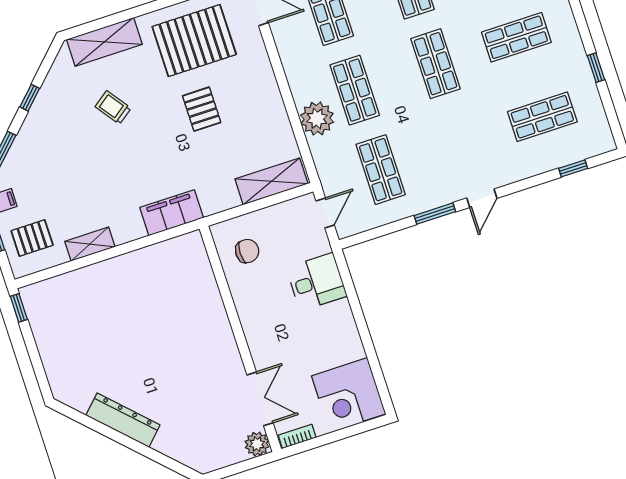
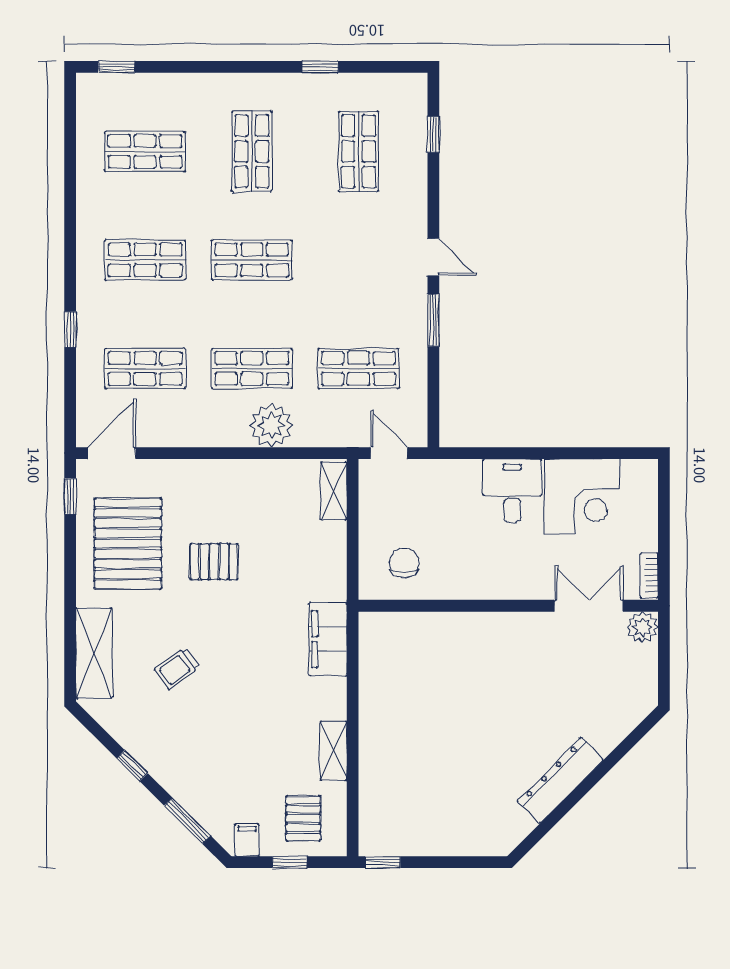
shelving: (271, 181) -> (334, 491), width x0.67, depth x0.75
desk: (317, 282) -> (512, 491), moved
corner desk: (349, 395) -> (582, 497), moved

